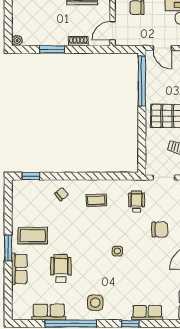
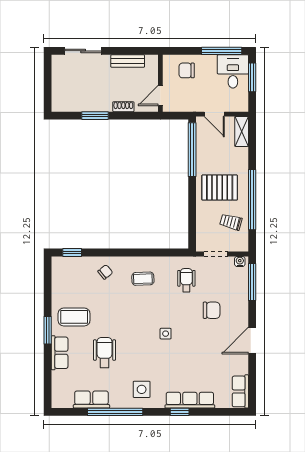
plant: (17, 40) -> (57, 106), removed
row of seats: (147, 313) -> (190, 400), width x1.48

